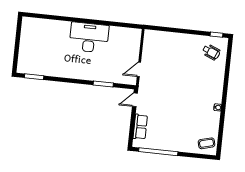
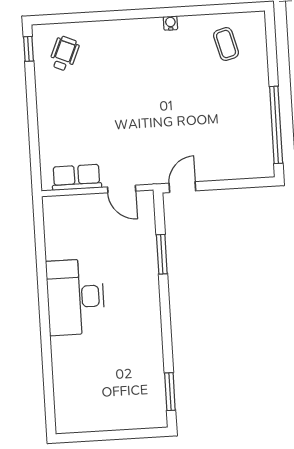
door: (135, 100) -> (182, 187), swing flipped
row of seats: (140, 127) -> (76, 177), moved
coffee table: (207, 143) -> (226, 44), moved

